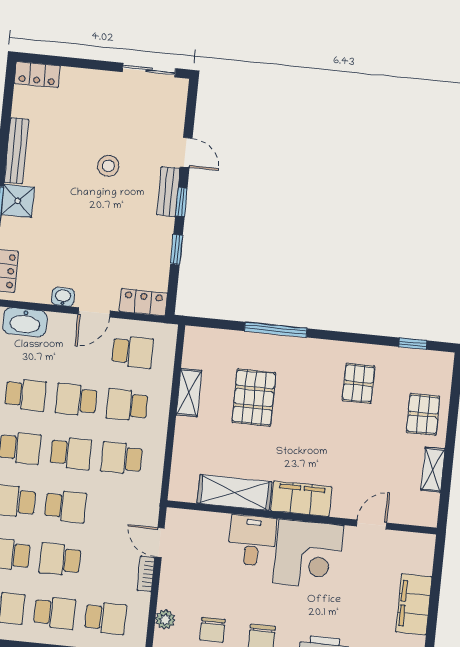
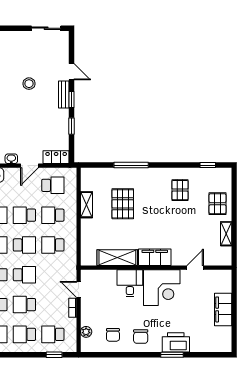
school desk: (55, 613) -> (24, 334), turned 180
school desk: (105, 618) -> (53, 334), turned 180

